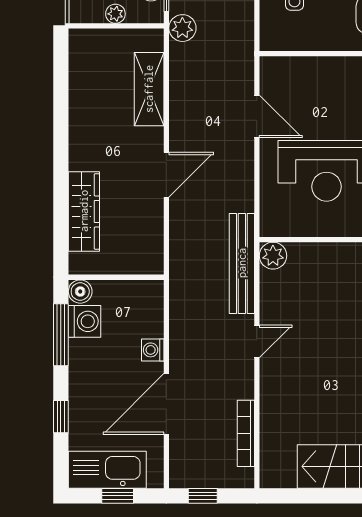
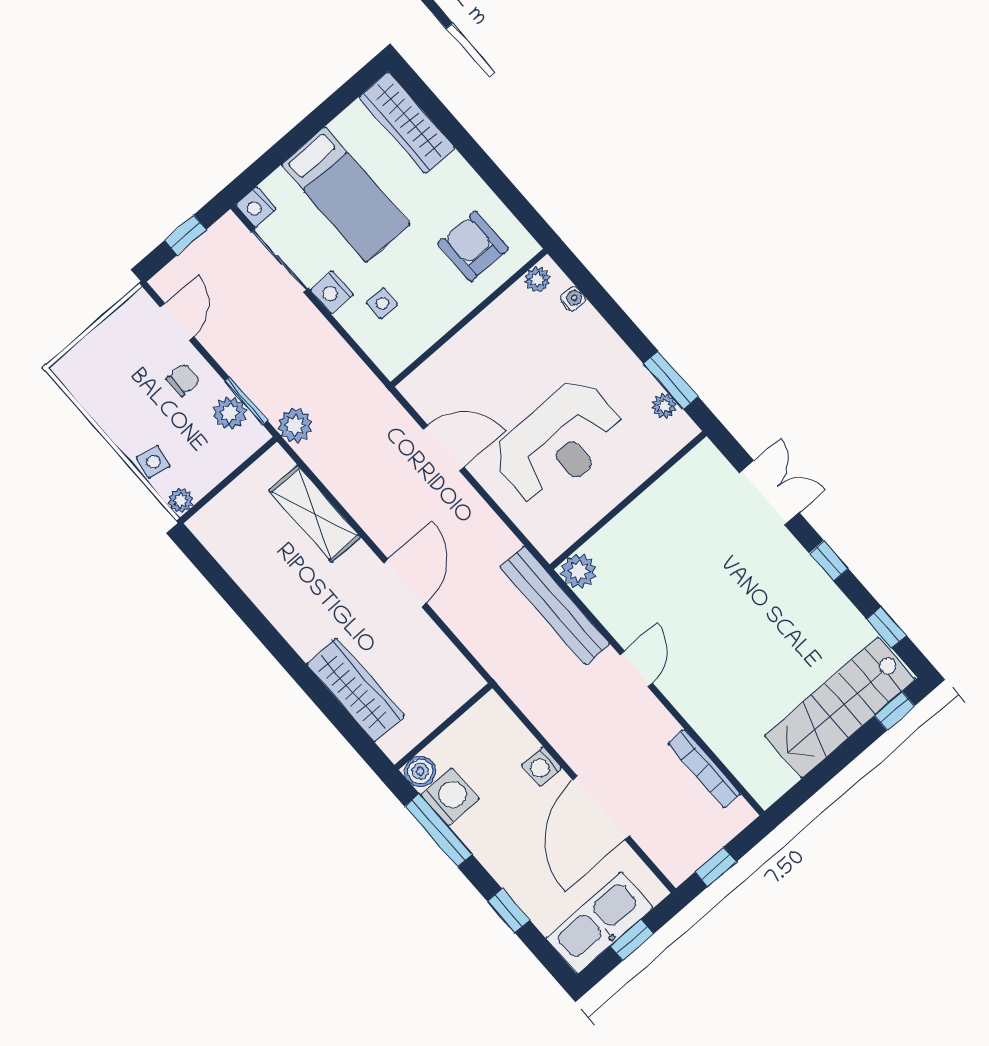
plant: (115, 14) -> (180, 501), moved

